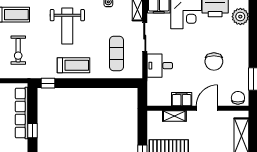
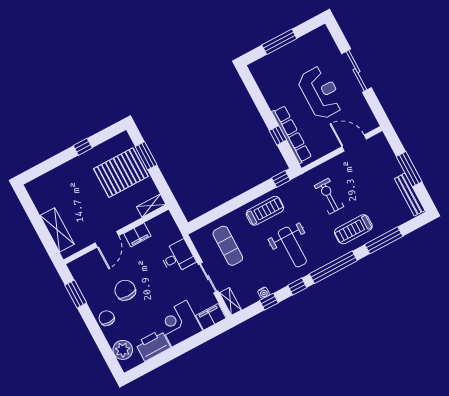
weight bench: (67, 26) -> (292, 247), turned 180
treadmill: (73, 65) -> (265, 211), turned 180
chair: (238, 98) -> (107, 318), moved, turned 180
shelving: (174, 116) -> (151, 206), moved
window: (32, 131) -> (278, 135), moved

